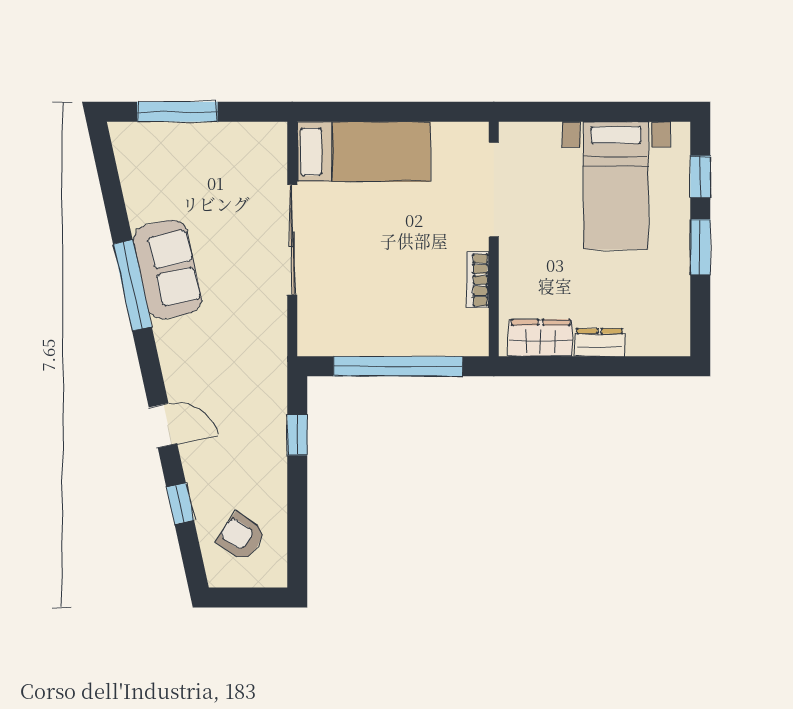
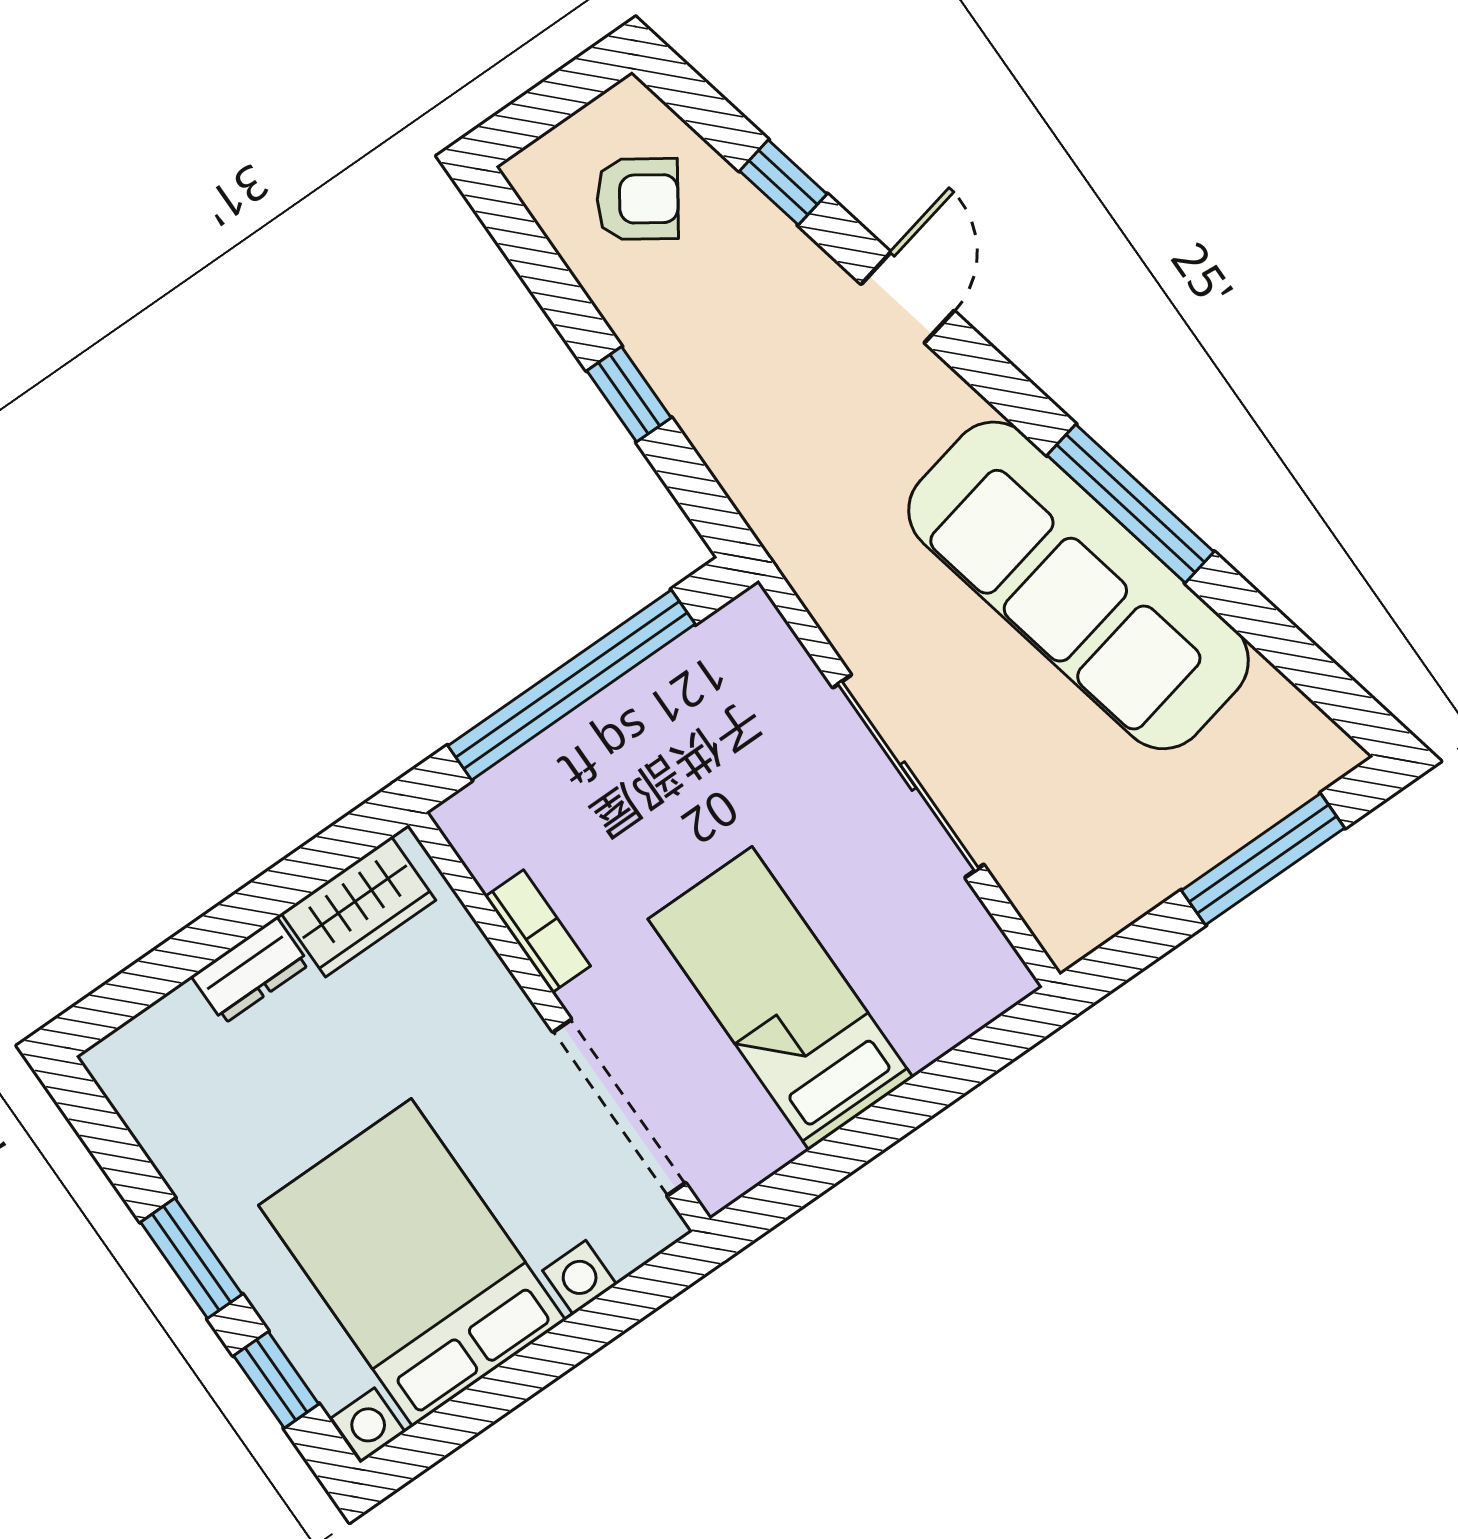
bed: (364, 152) -> (781, 998), moved, turned 90
bed with nightstands: (616, 186) -> (412, 1263), width x1.36
sofa: (167, 269) -> (1079, 585), width x1.85, depth x1.27
door: (163, 426) -> (908, 297), swing flipped
window: (297, 435) -> (629, 394), moved

